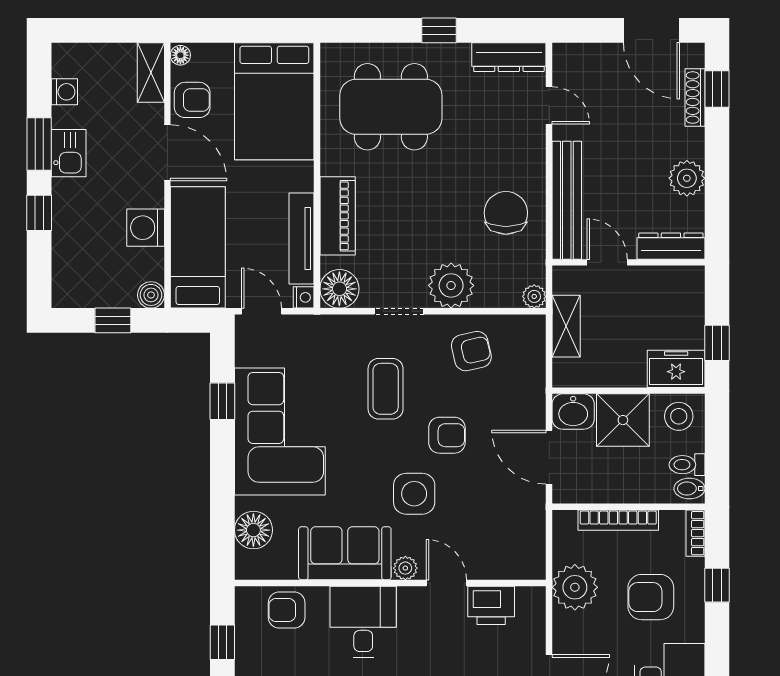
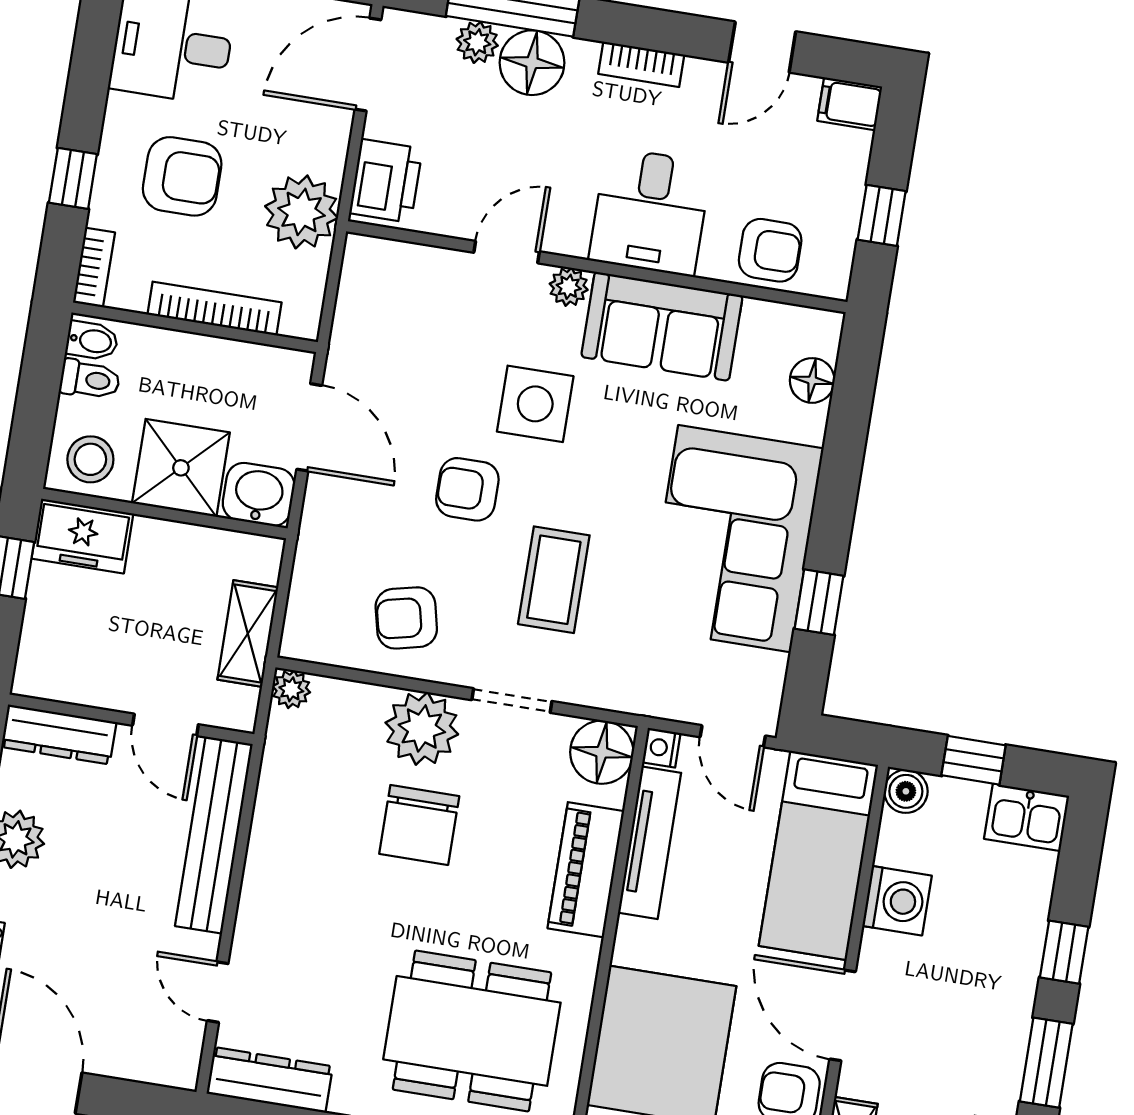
kitchen sink: (69, 153) -> (1027, 817), moved, turned -90
chair: (506, 213) -> (419, 825), moved
floor lamp: (253, 530) -> (812, 380), width x0.73, depth x0.73
door: (446, 583) -> (507, 252), swing flipped
printer: (491, 605) -> (386, 181), moved, turned 90

